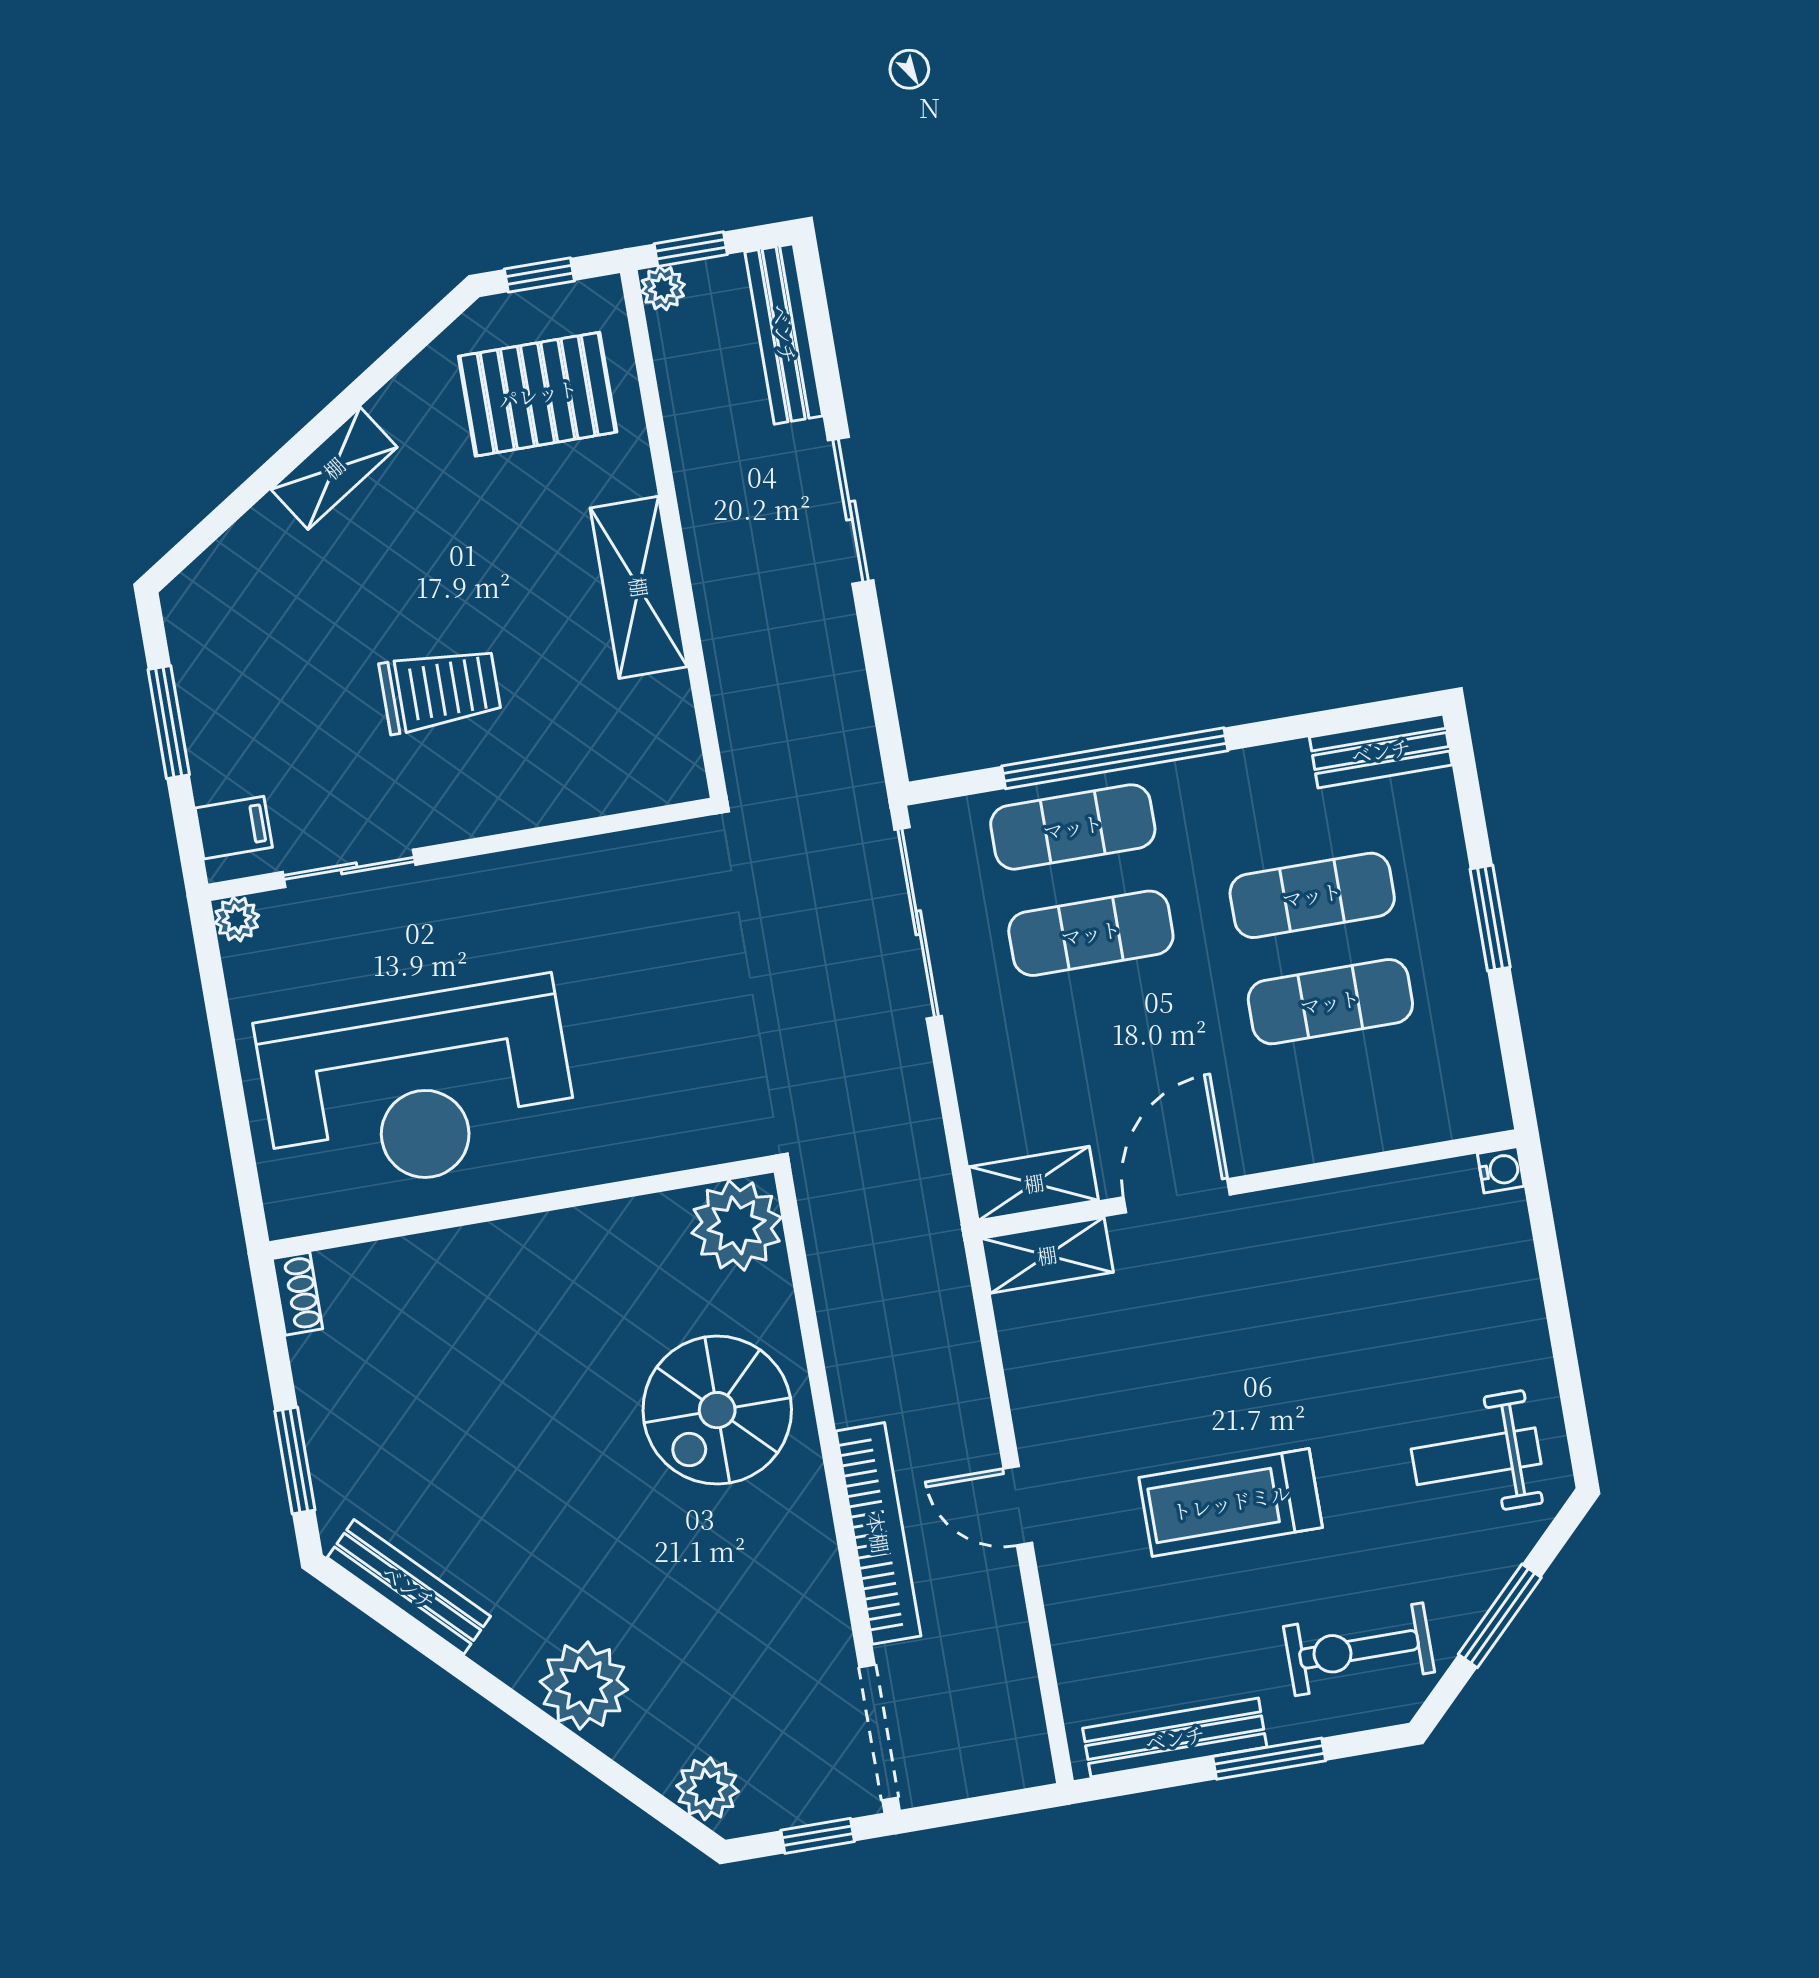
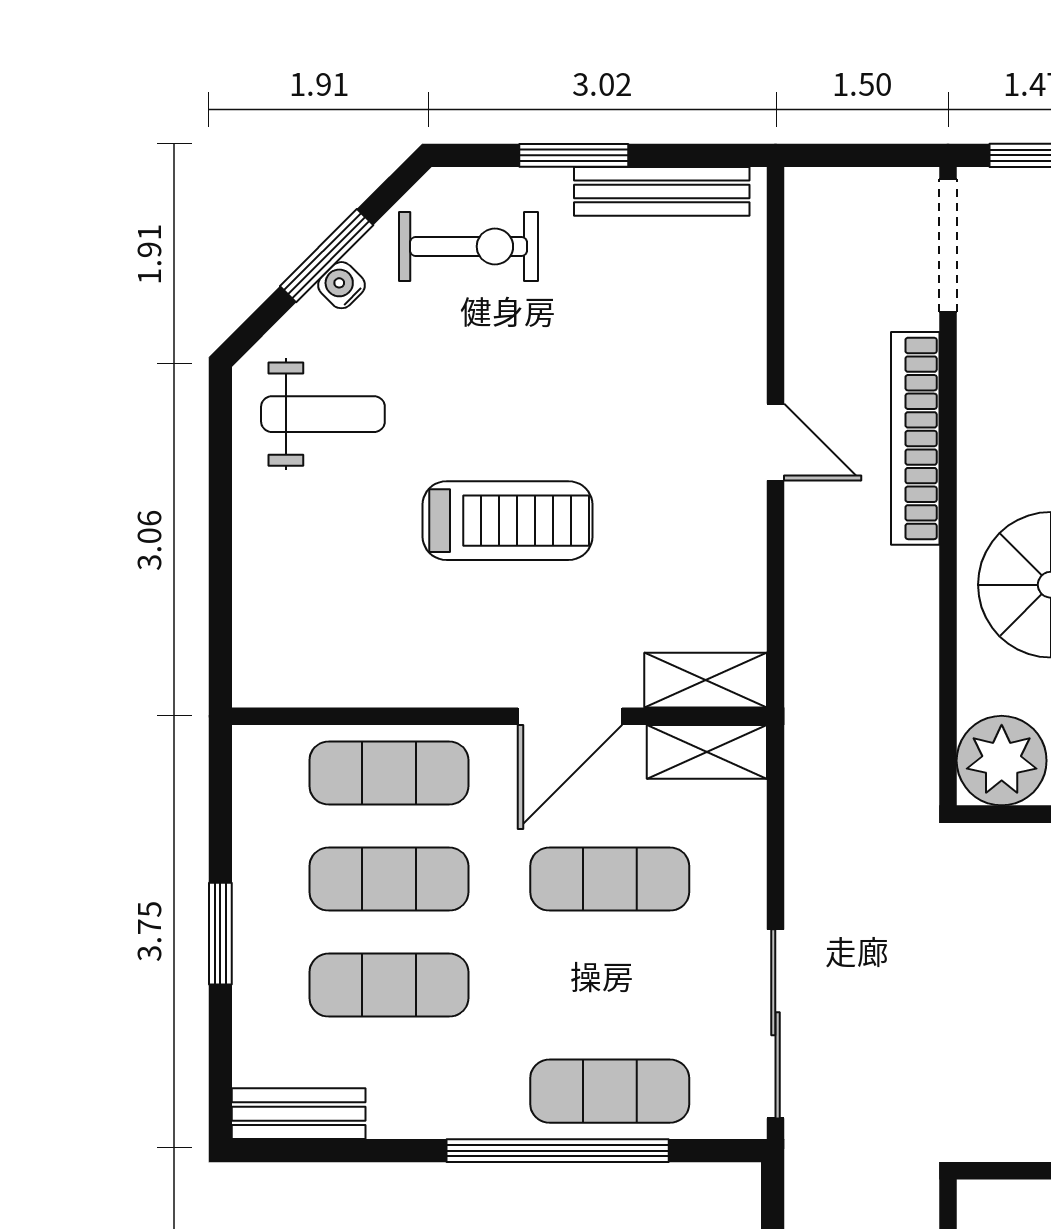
exercise mat: (1091, 933) -> (610, 879), moved
exercise mat: (1349, 1108) -> (389, 773), added
water cooler: (1501, 1170) -> (341, 285), moved, turned 45
treadmill: (1231, 1502) -> (507, 521), moved

